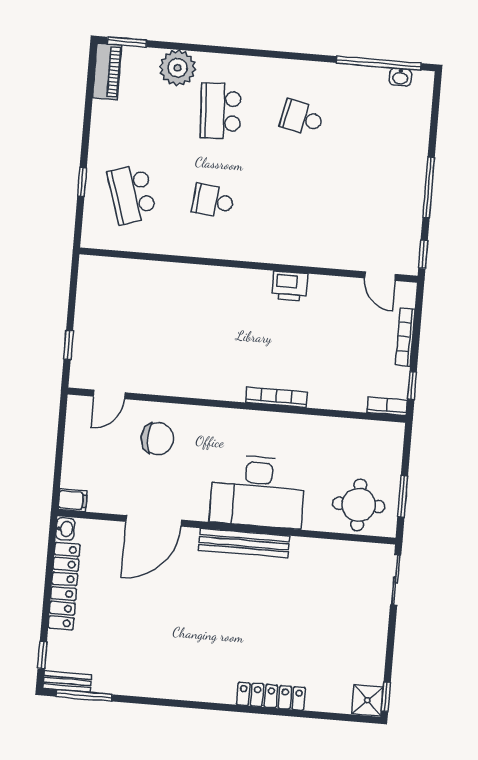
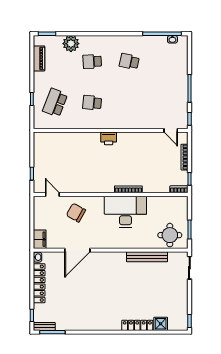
piano: (107, 71) -> (39, 58), moved
school desk: (221, 111) -> (92, 61), width x0.54
school desk: (132, 194) -> (55, 103), turned 39
printer: (290, 286) -> (109, 138), moved
door: (109, 394) -> (52, 194), swing flipped
chair: (157, 439) -> (76, 213), turned -151
desk: (258, 492) -> (125, 212), moved, turned 180
filing cabinet: (73, 500) -> (40, 239), width x2.00
bench: (244, 543) -> (147, 257), moved
shower: (367, 700) -> (161, 324), moved

